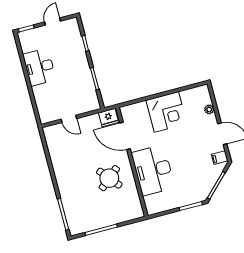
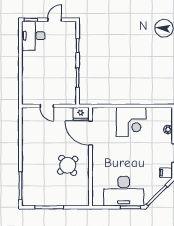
desk: (39, 67) -> (33, 36), moved
desk: (153, 170) -> (124, 191), moved, turned -90

